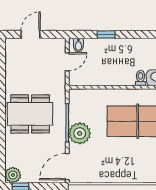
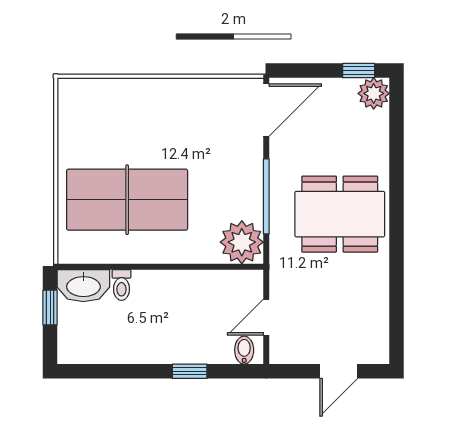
plant: (80, 133) -> (242, 242), moved

